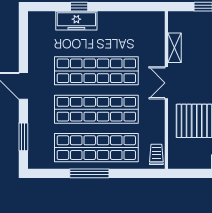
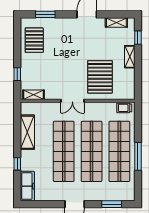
freezer: (76, 21) -> (27, 186), moved
shelving: (123, 21) -> (27, 132), added
shelving: (175, 48) -> (33, 95), moved

